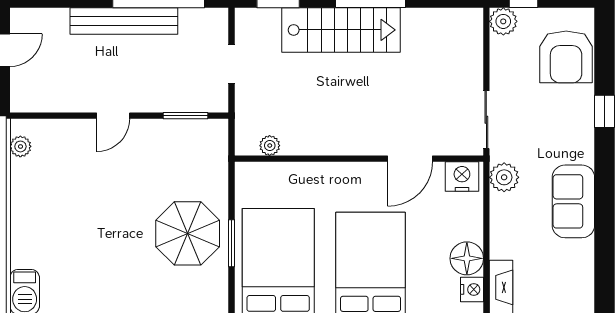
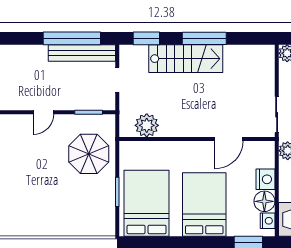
bench: (124, 21) -> (82, 53), moved
plant: (270, 146) -> (147, 125), width x1.88, depth x1.88
nightstand: (462, 177) -> (265, 179), moved, turned 90
parasol: (188, 233) -> (89, 154), moved

